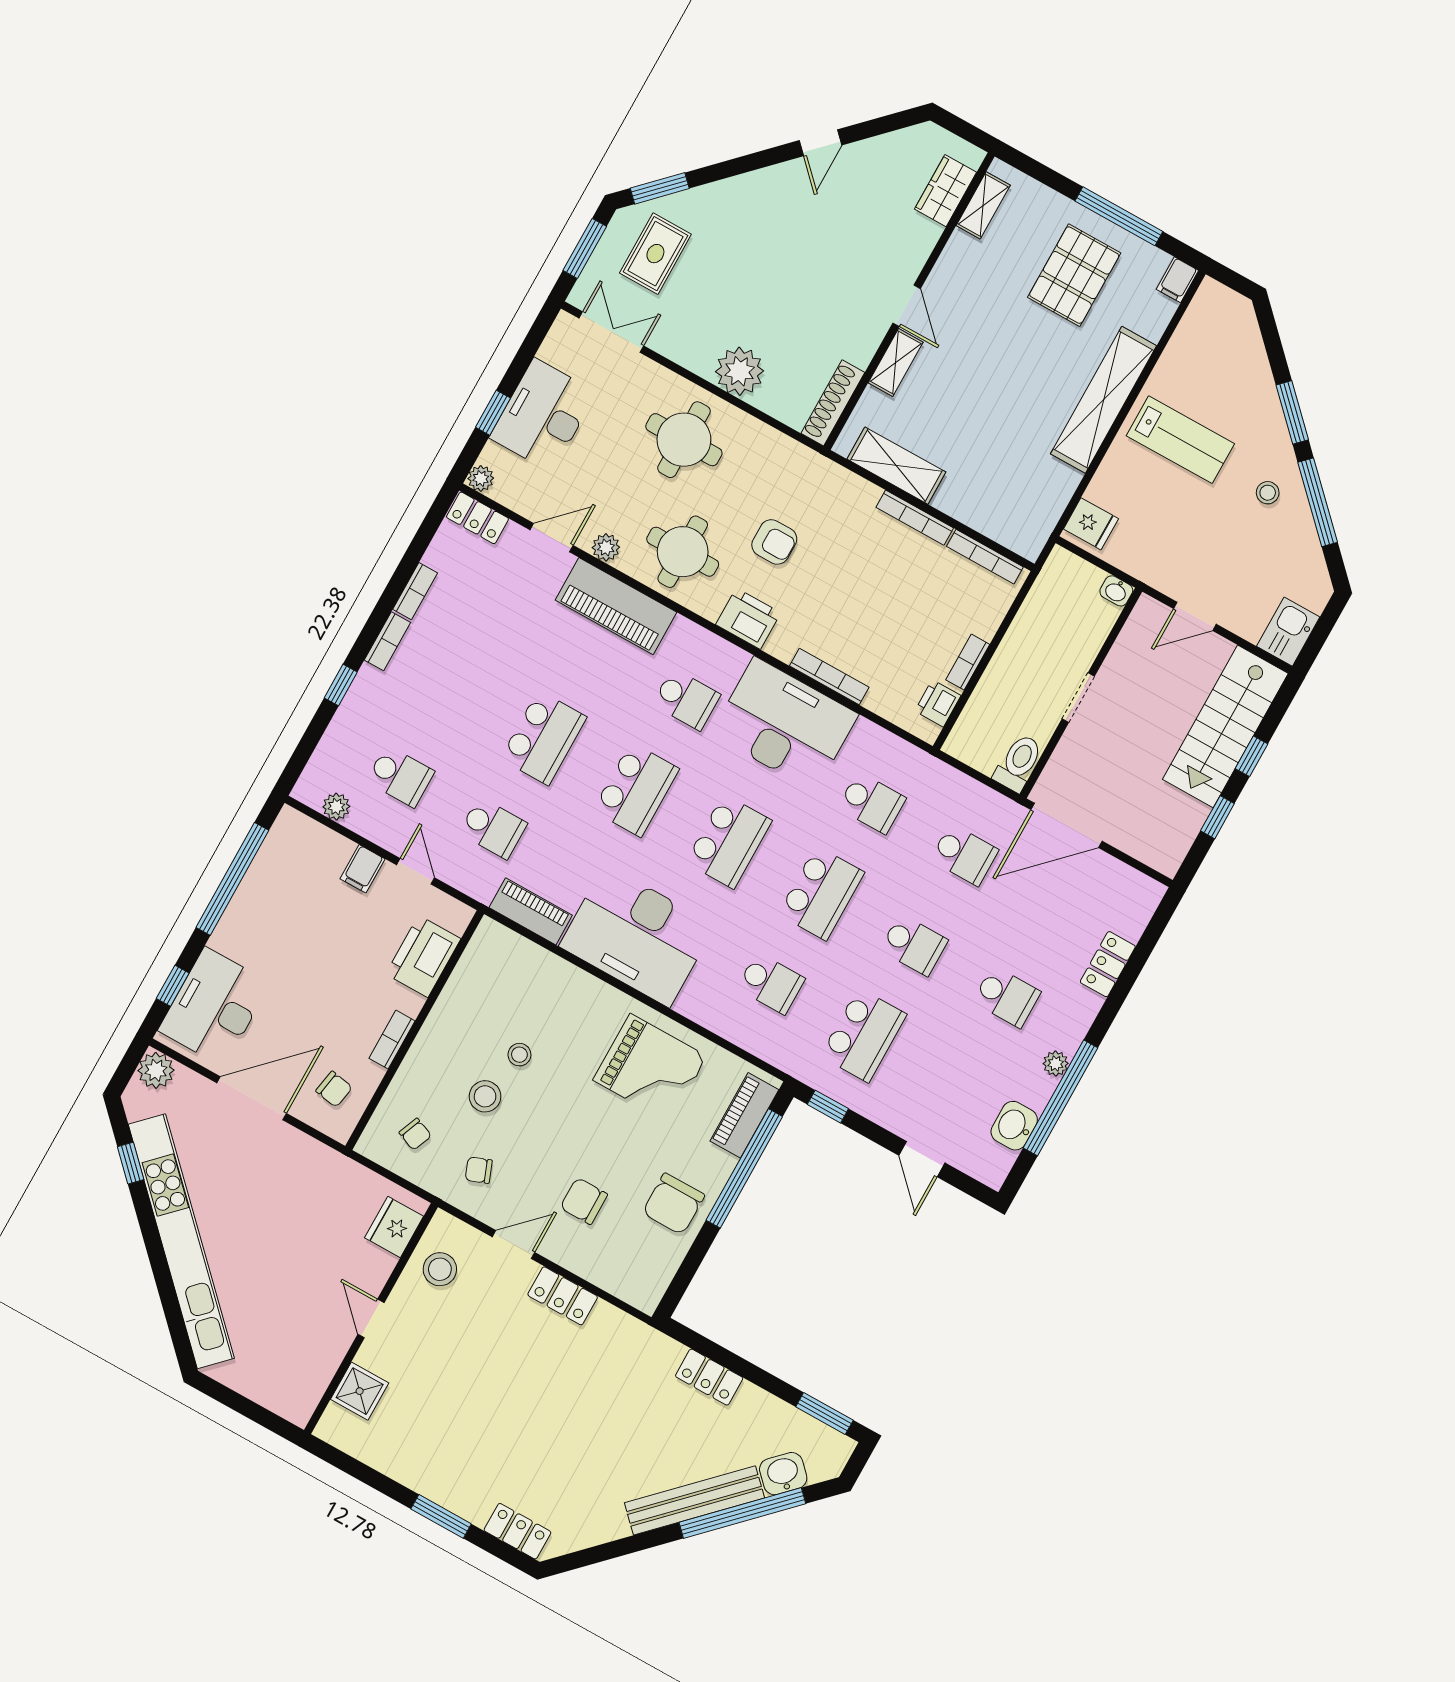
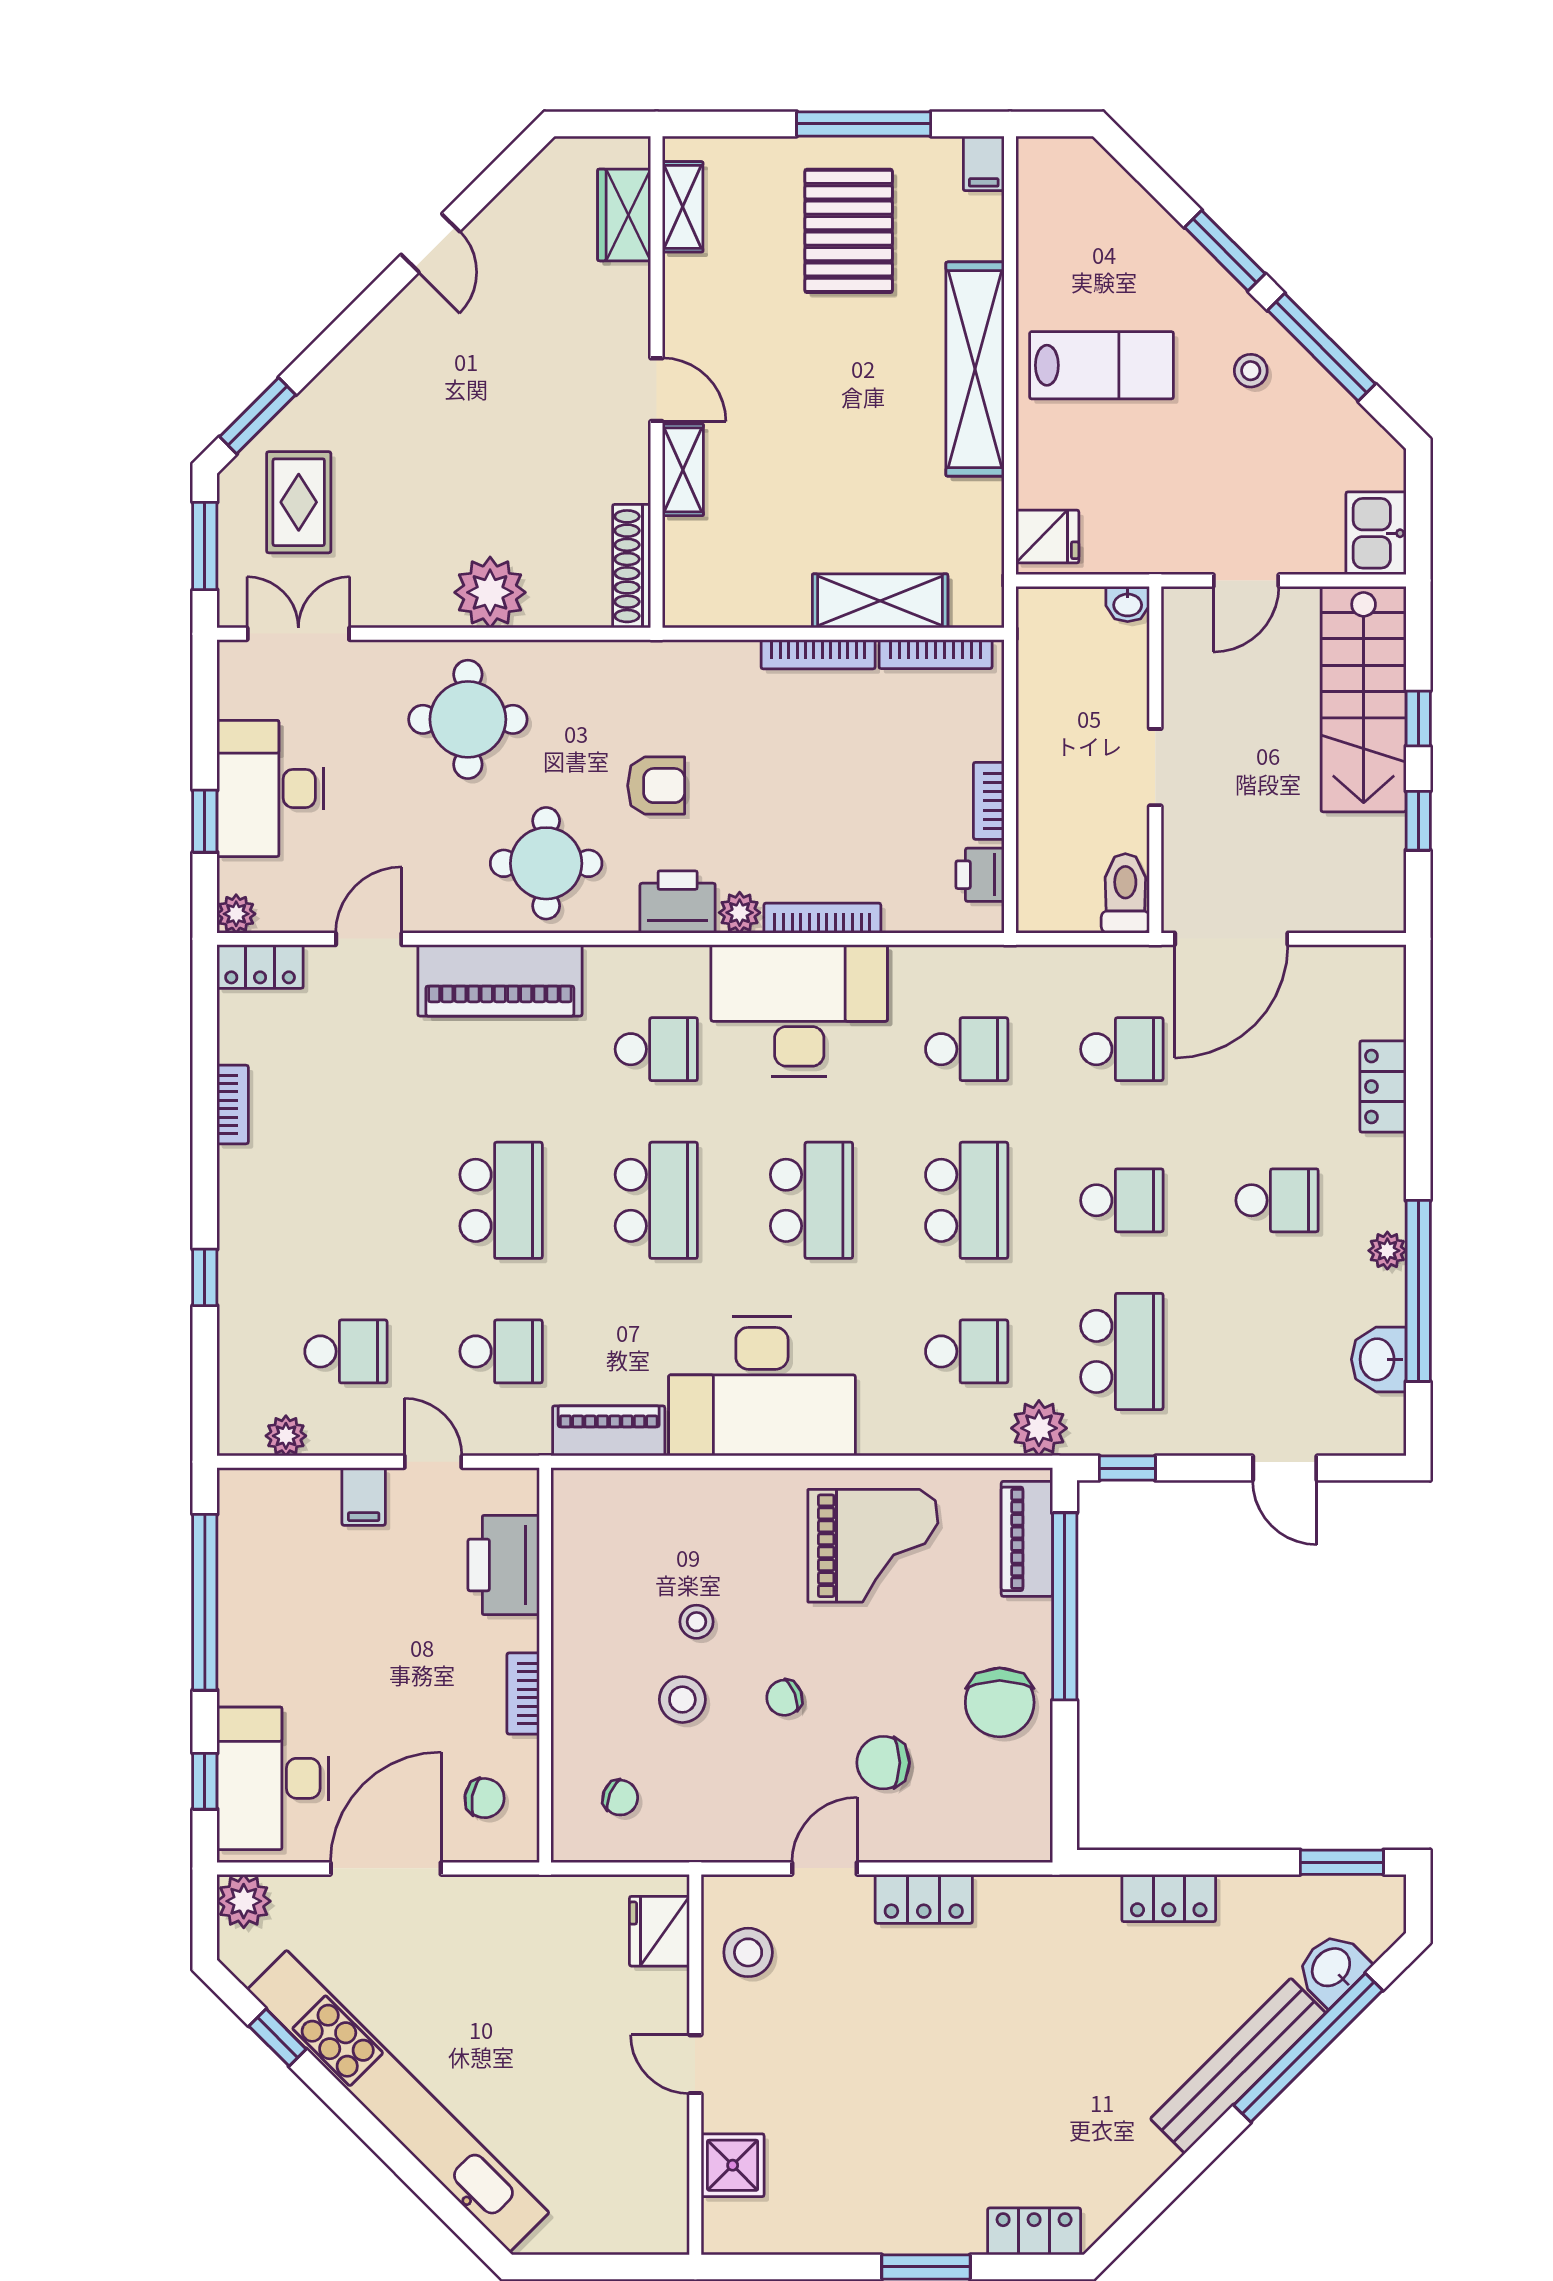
shelving: (896, 466) -> (880, 601), moved
plant: (606, 547) -> (740, 913), moved
bookcase: (387, 641) -> (233, 1188), removed
plant: (788, 1053) -> (1039, 1428), added
chair: (479, 1170) -> (784, 1698), moved

